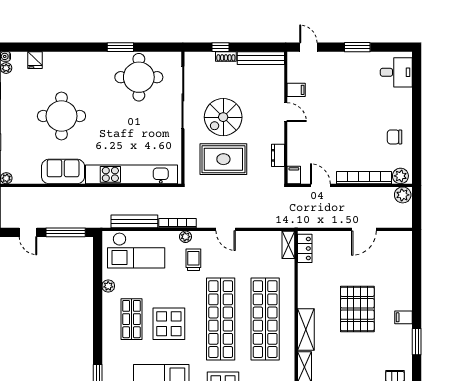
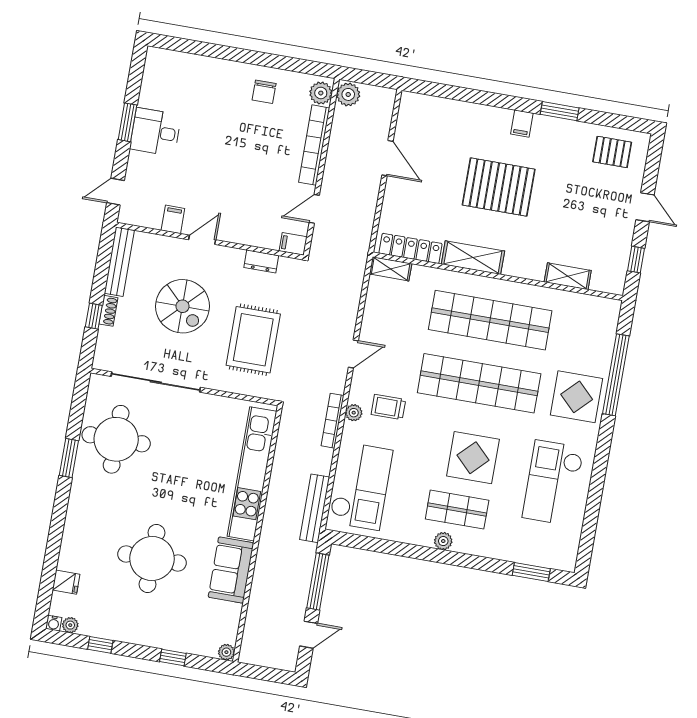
desk: (396, 72) -> (156, 132), moved, turned -90
spiral stairs: (223, 117) -> (183, 306), moved
bench: (134, 221) -> (315, 508), moved
locker: (305, 248) -> (411, 248), width x1.53
plant: (108, 286) -> (443, 541), moved
shelving: (306, 330) -> (473, 258), moved

